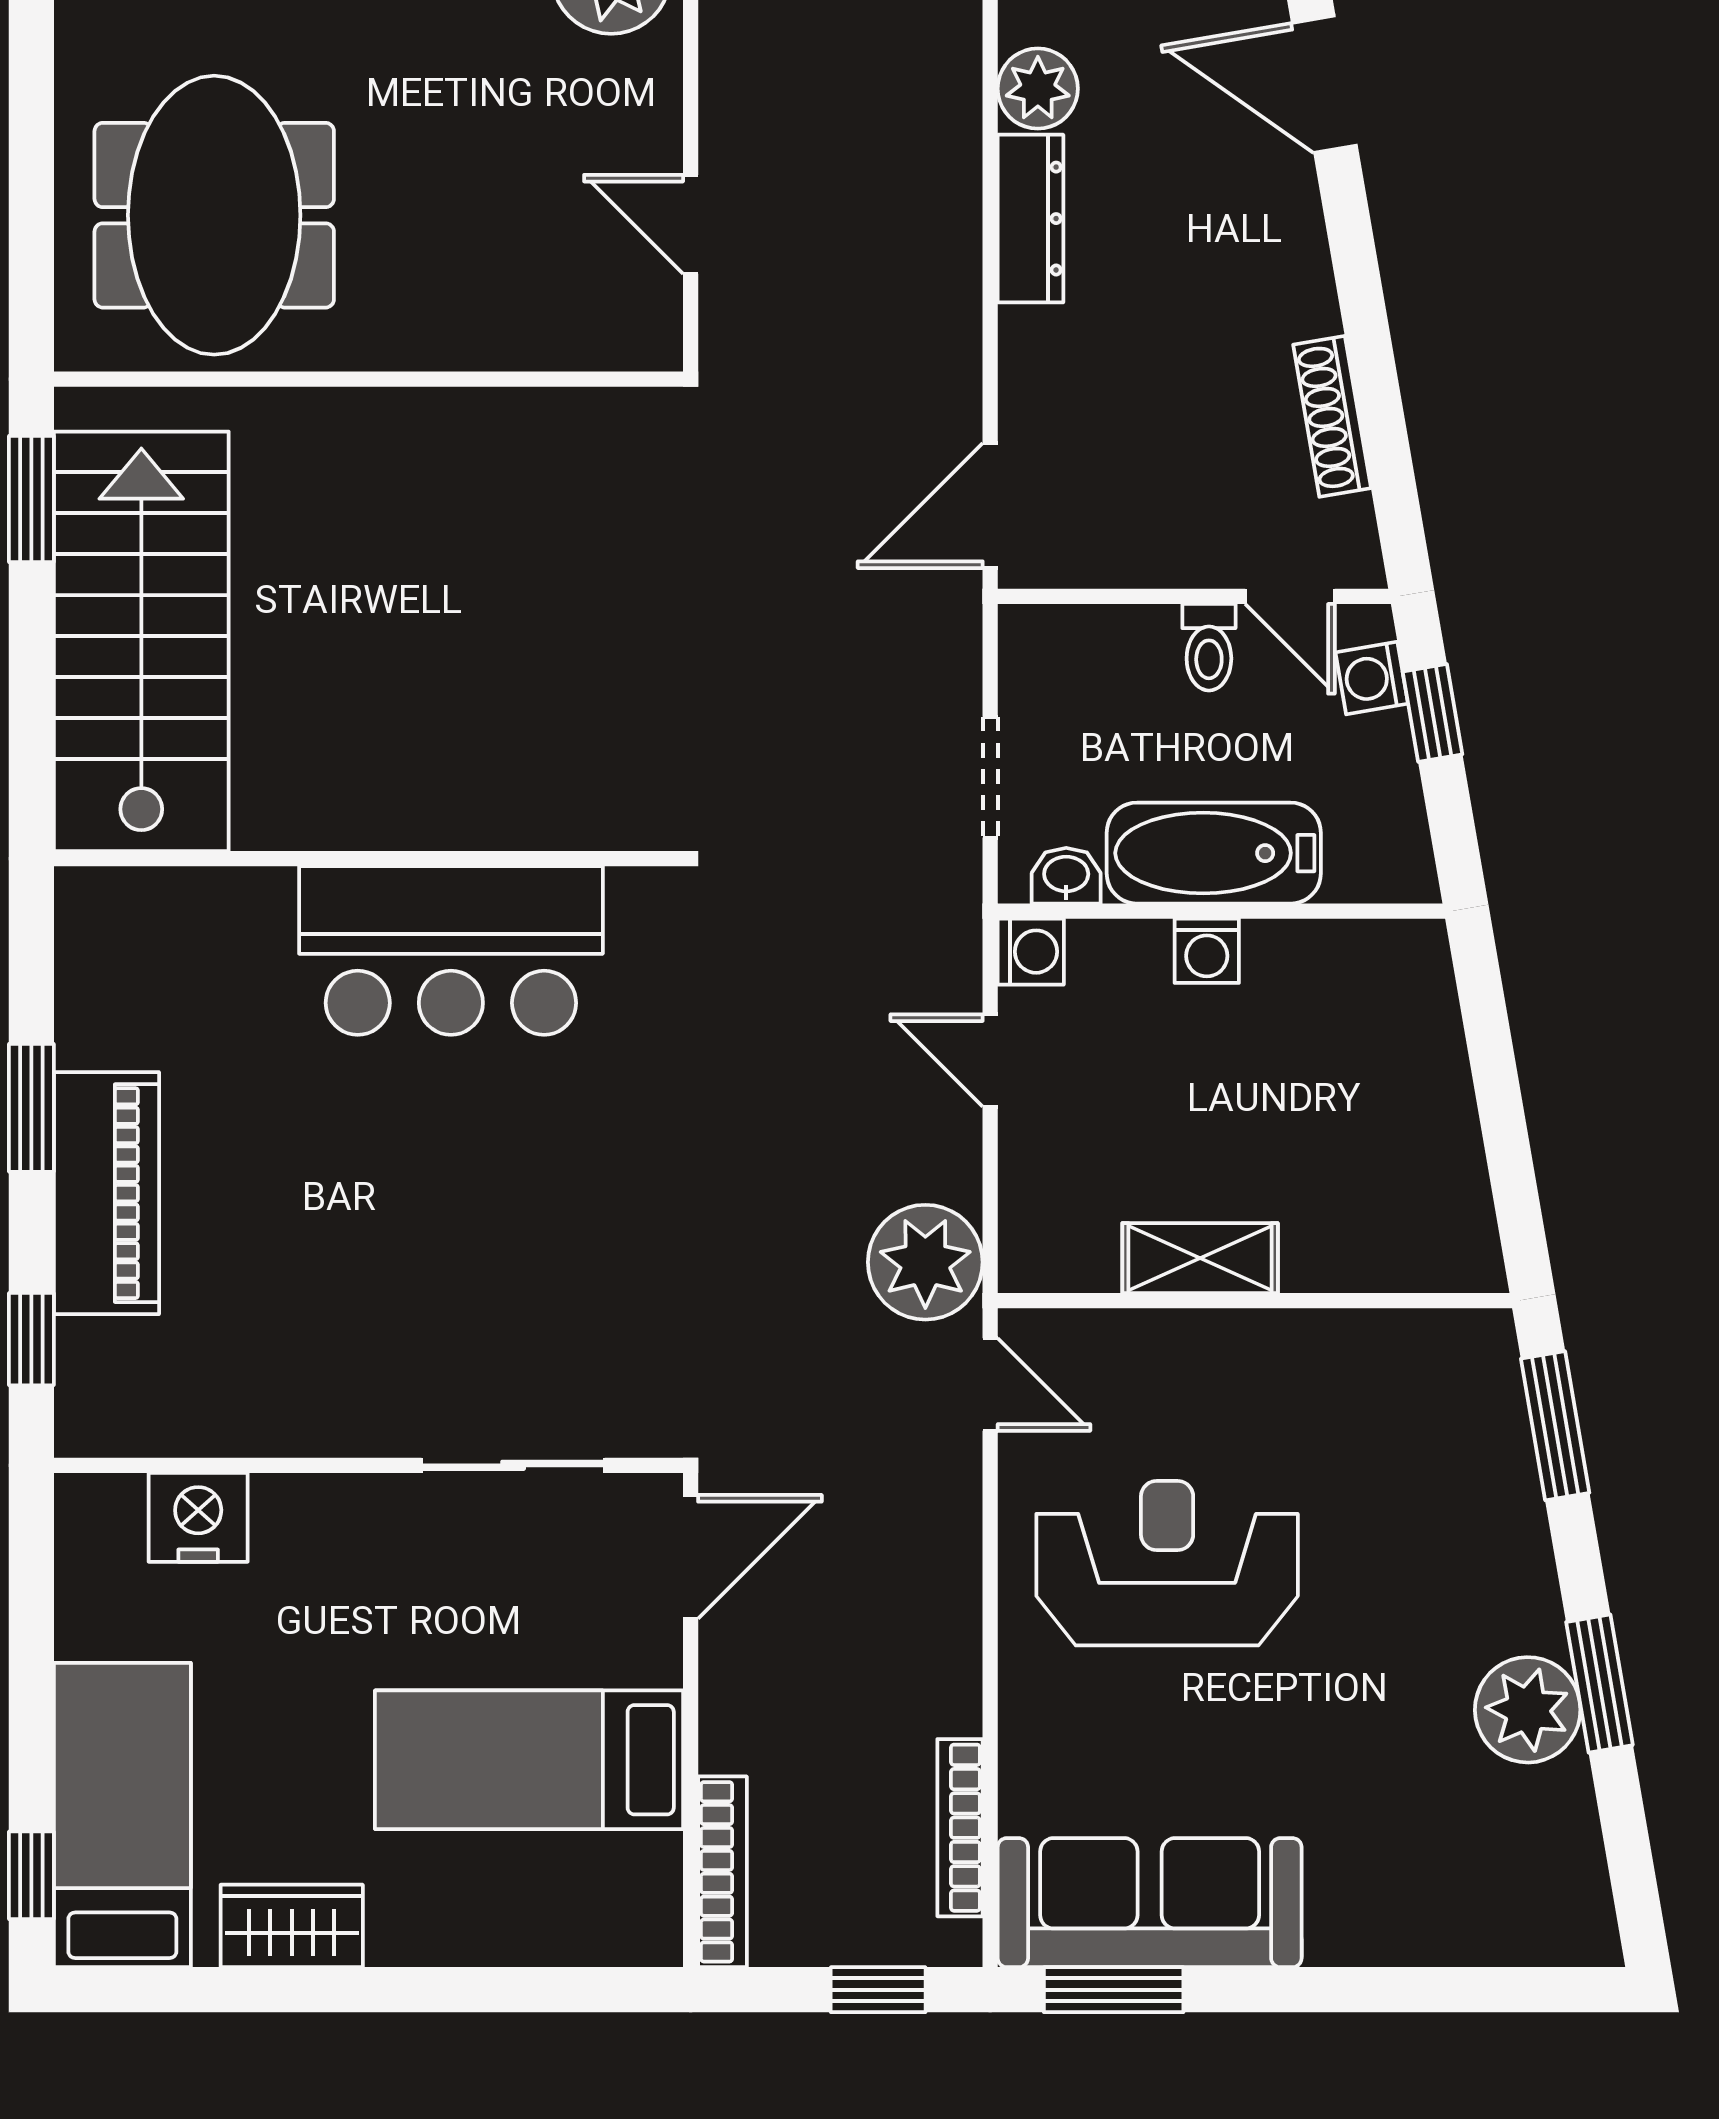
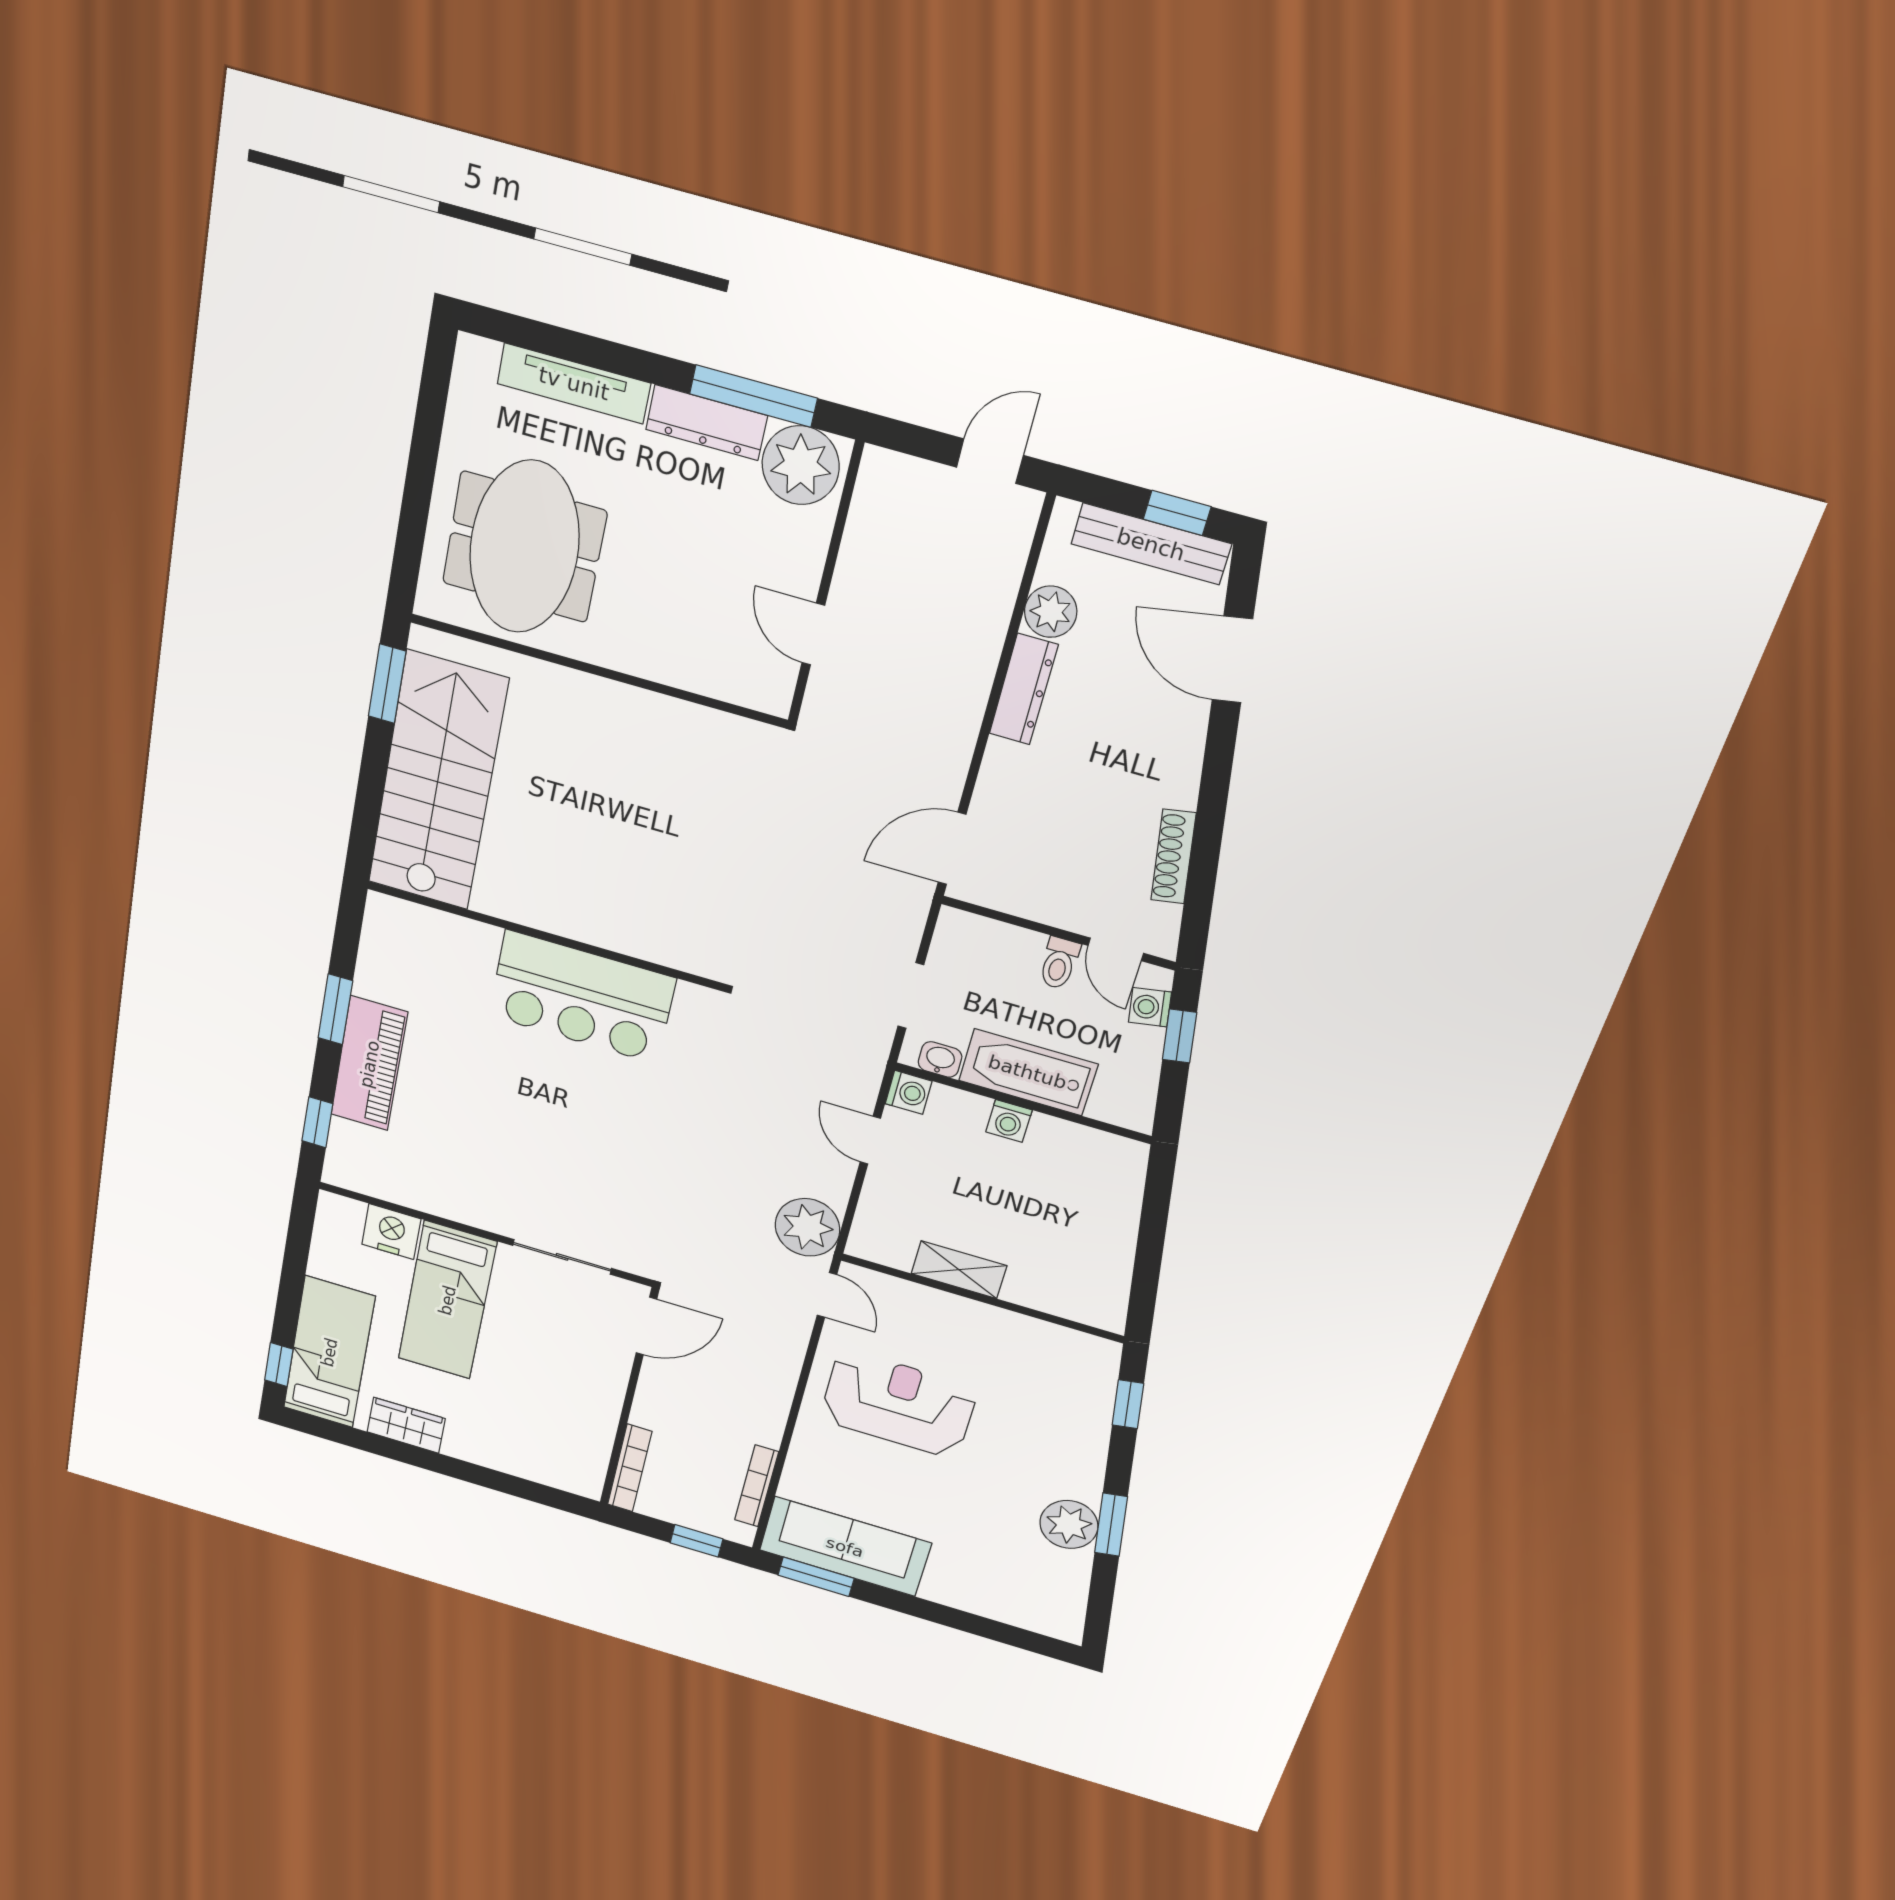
window: (1555, 1426) -> (1128, 1404), width x0.67
bed: (529, 1760) -> (447, 1300), moved, turned -90

